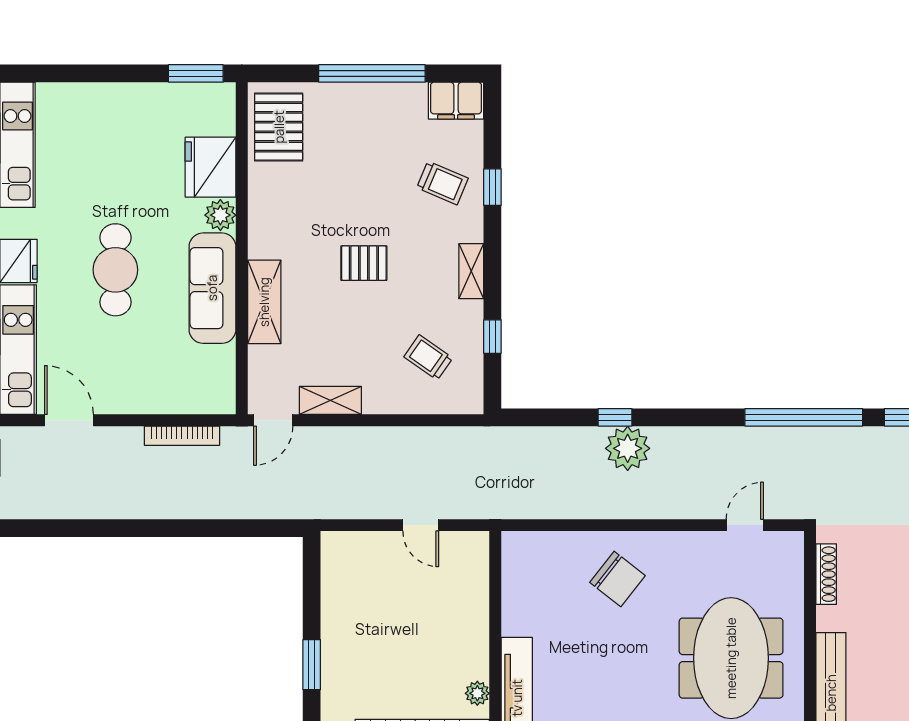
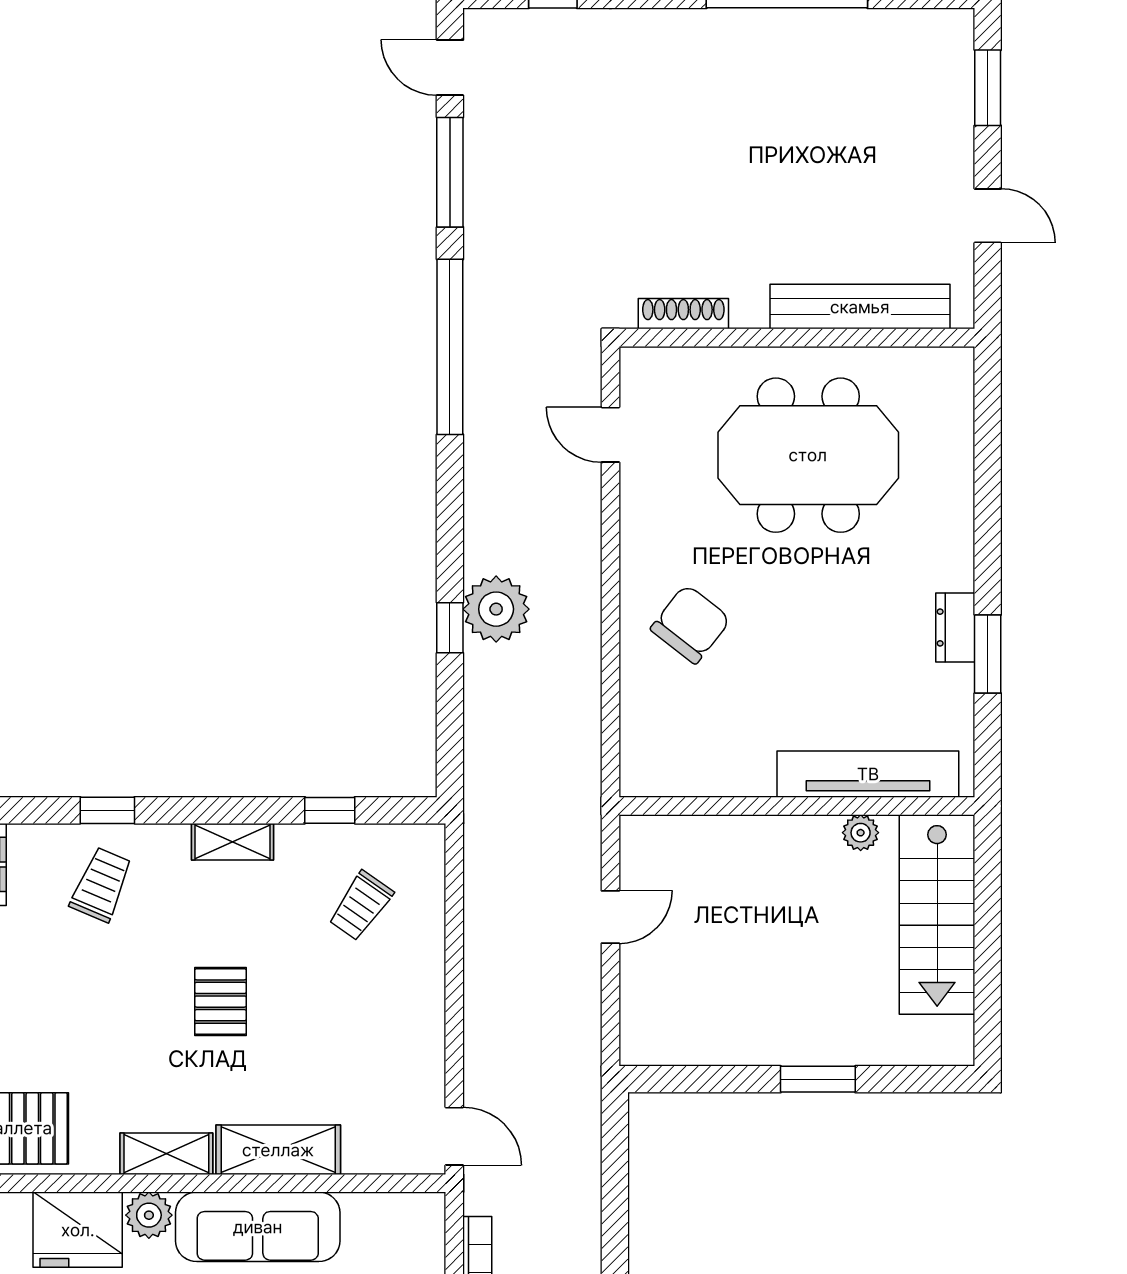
shelving: (330, 400) -> (166, 1154), moved, turned 90

